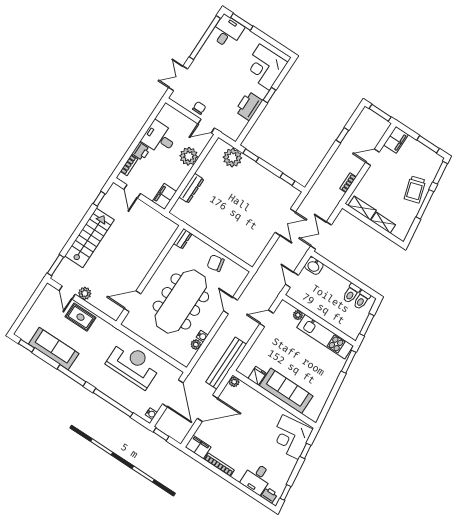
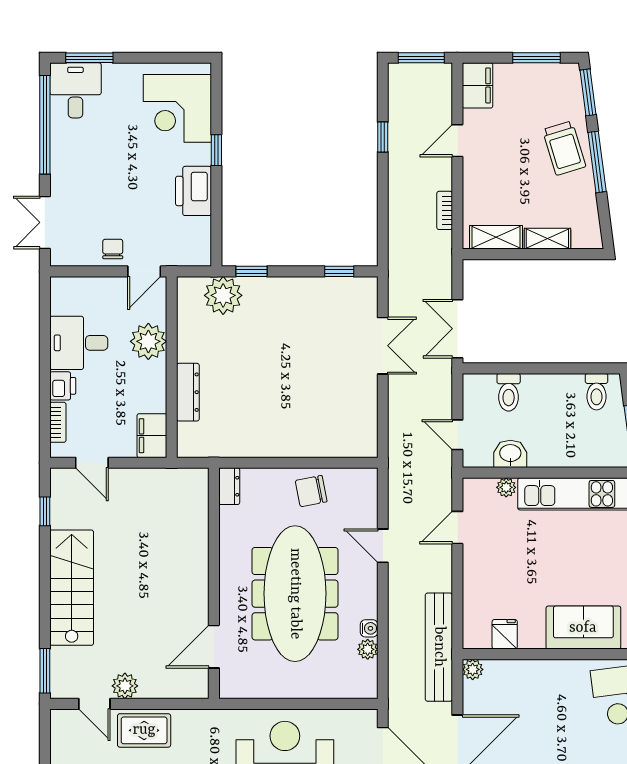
washbasin: (314, 266) -> (510, 454), moved, turned 180
toilet: (351, 293) -> (509, 392), moved
sofa: (286, 391) -> (583, 628), width x0.73

